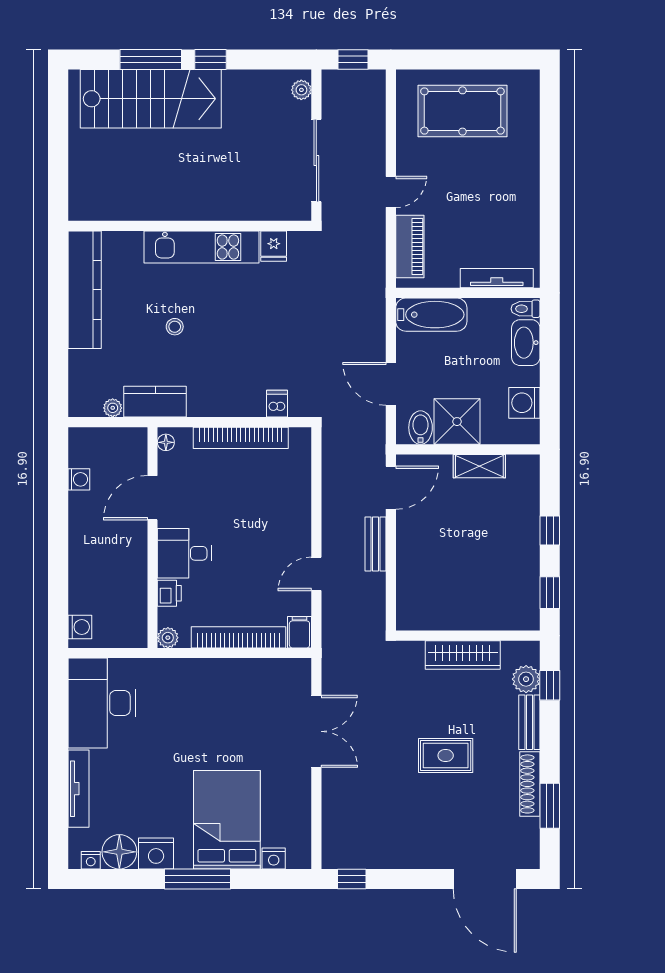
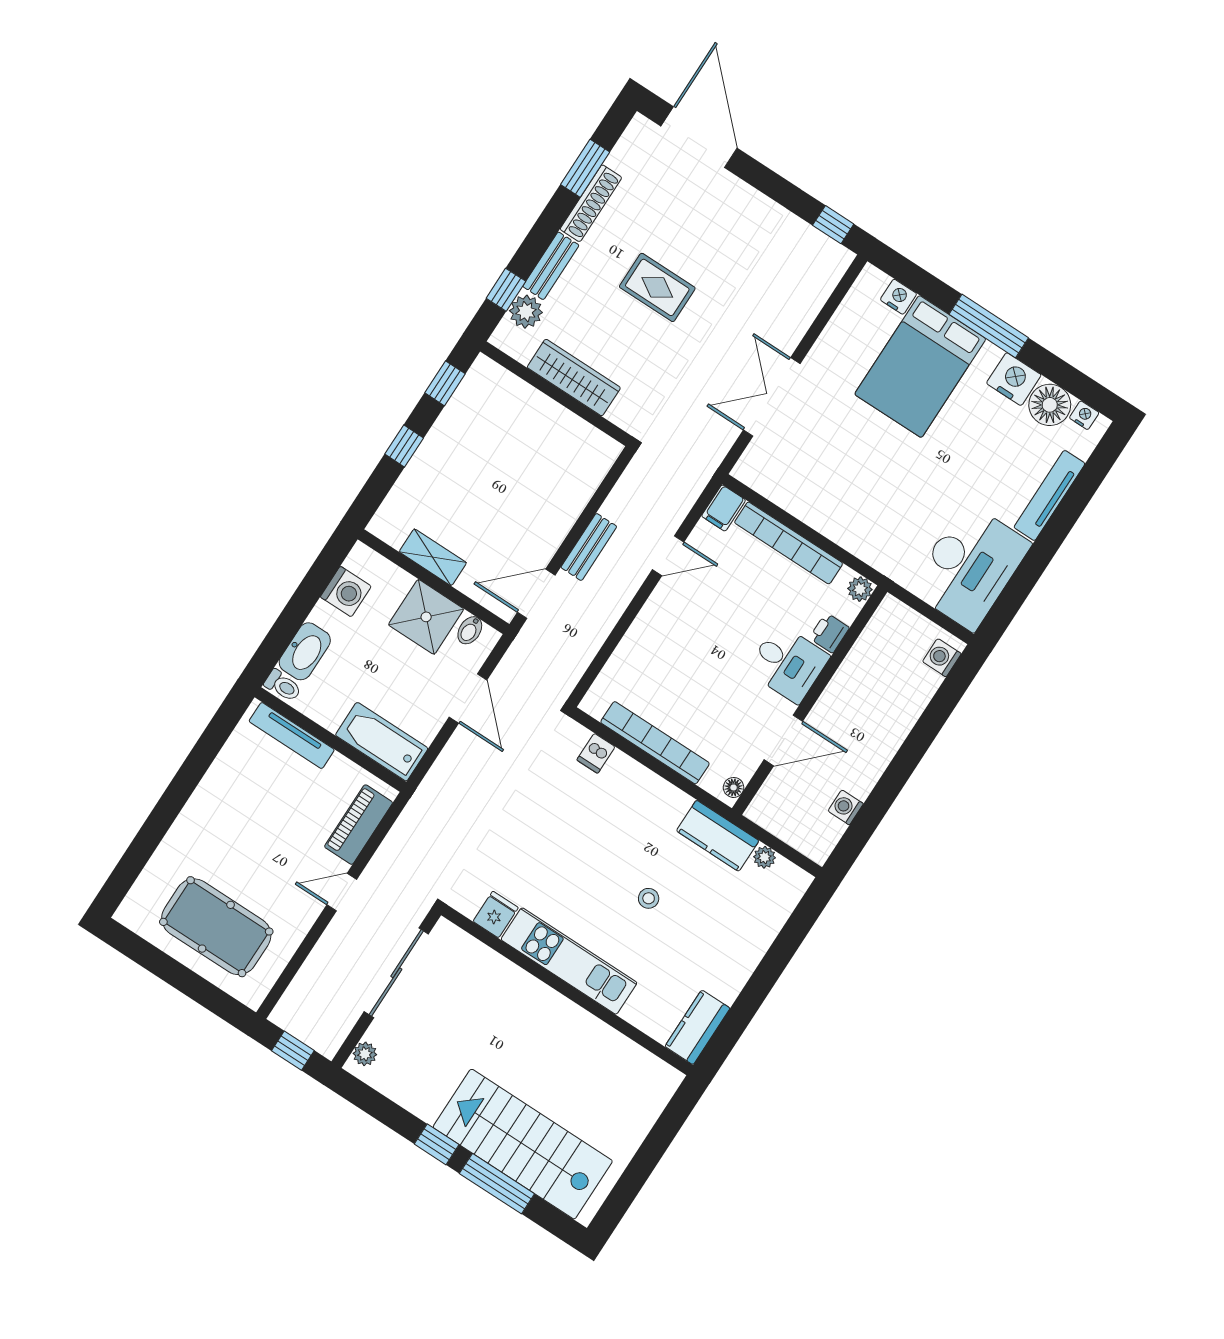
kitchen counter: (85, 290) -> (697, 1027), width x0.48, depth x0.86
bidet: (421, 428) -> (470, 630), width x0.72, depth x0.74

